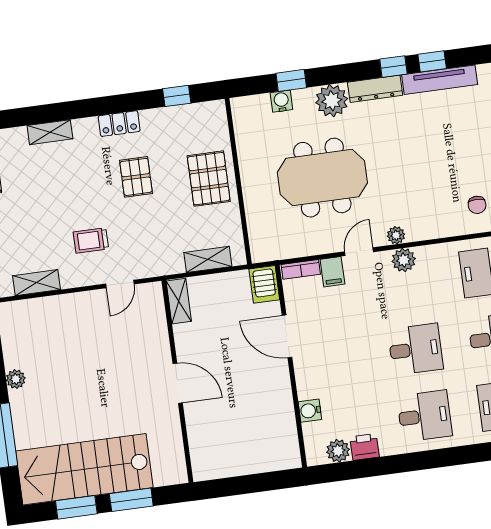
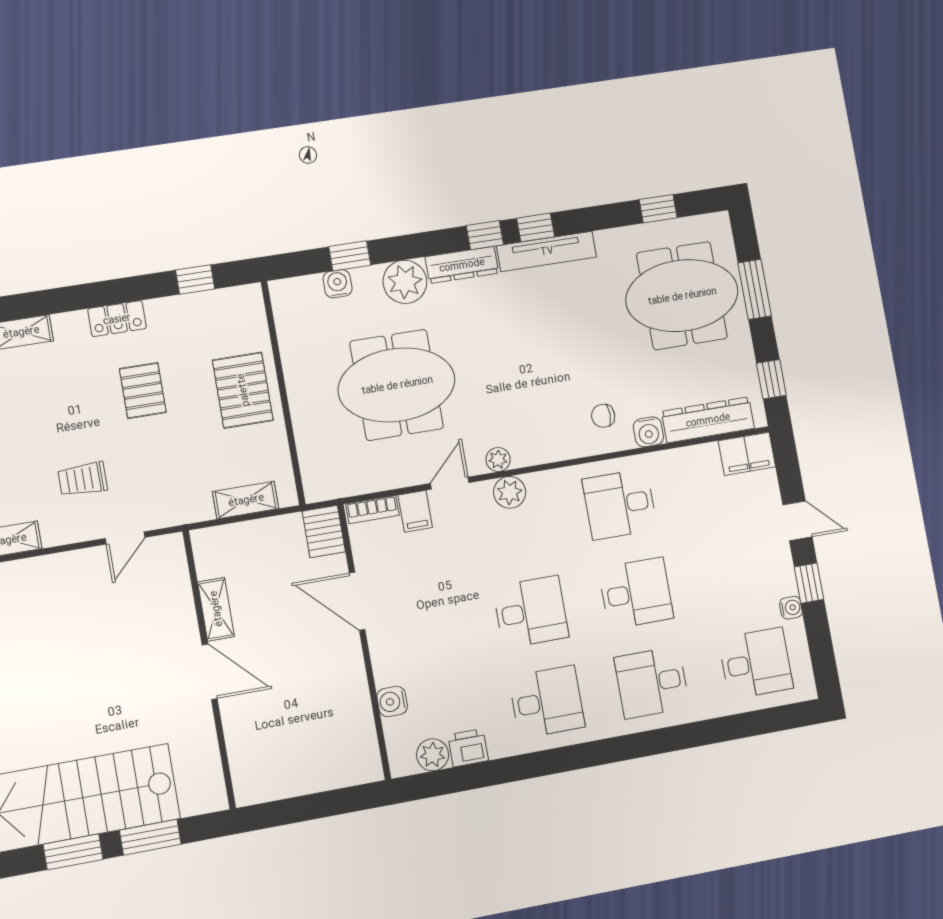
chair: (477, 205) -> (603, 416), turned 90
shelving: (179, 301) -> (216, 609), moved

